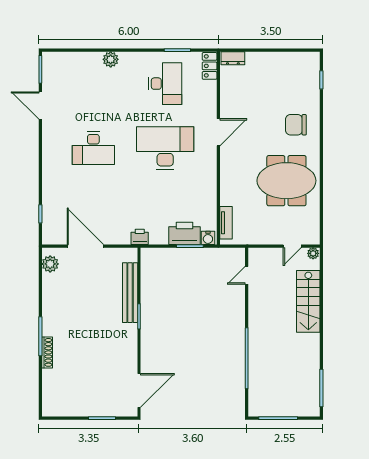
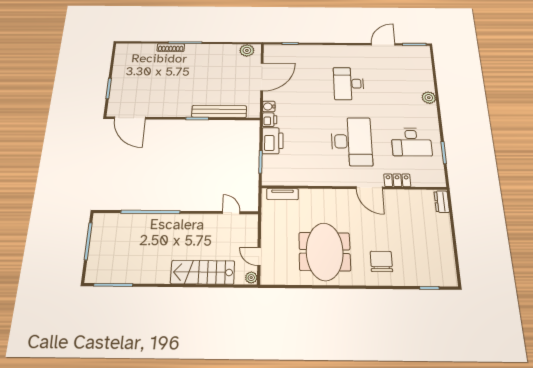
locker: (210, 66) -> (397, 180), moved
printer: (184, 233) -> (273, 141), moved
water cooler: (208, 238) -> (269, 106), moved

